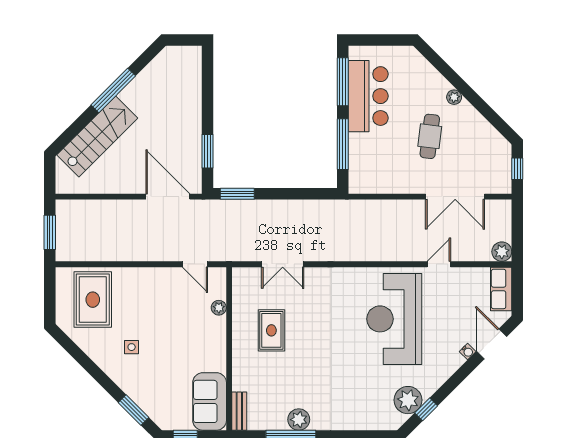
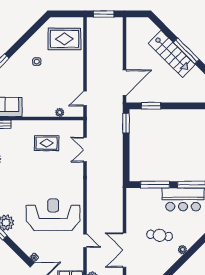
stairs: (97, 137) -> (172, 54), moved

